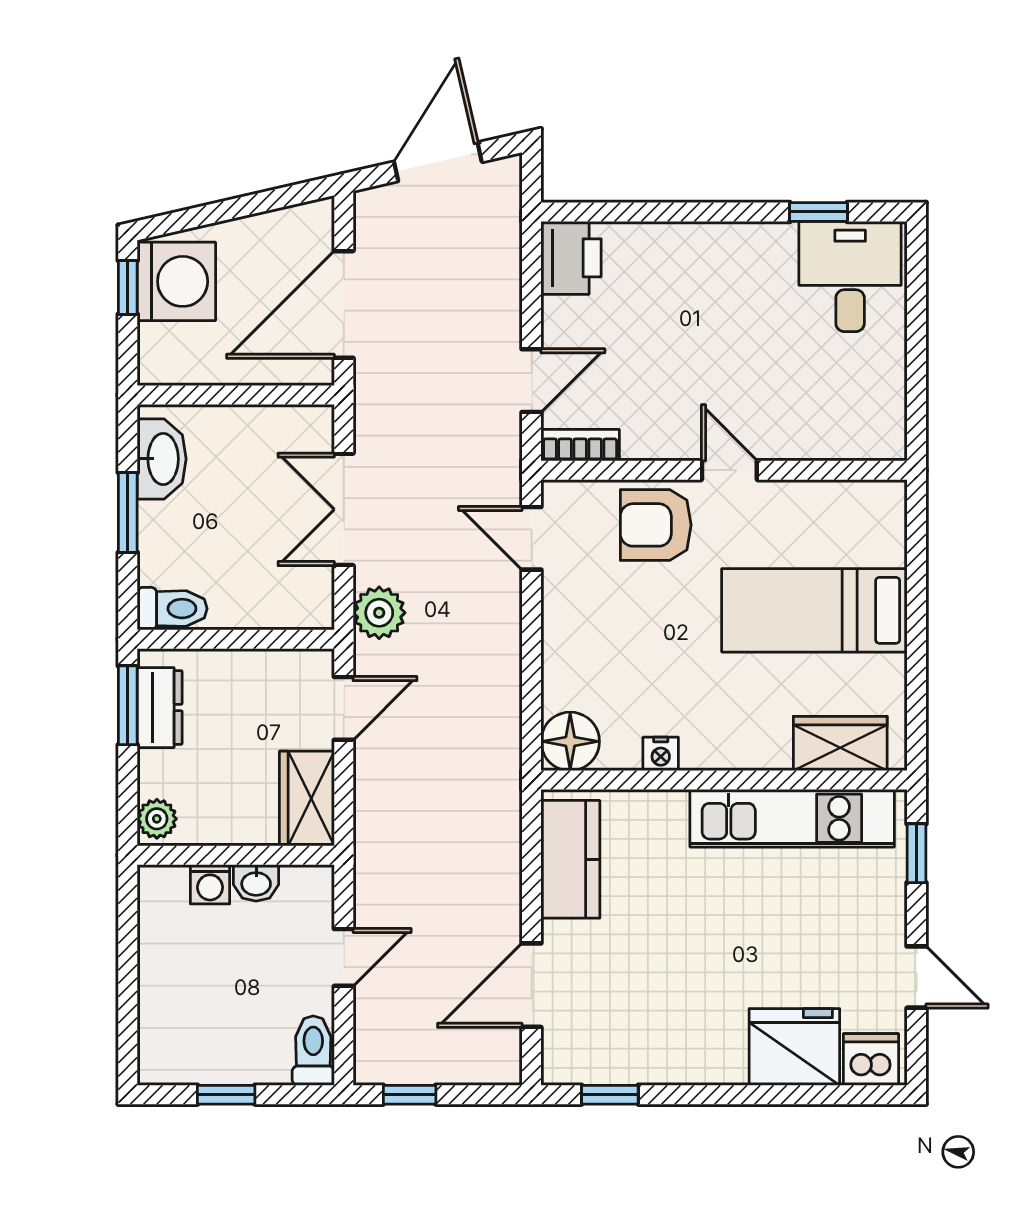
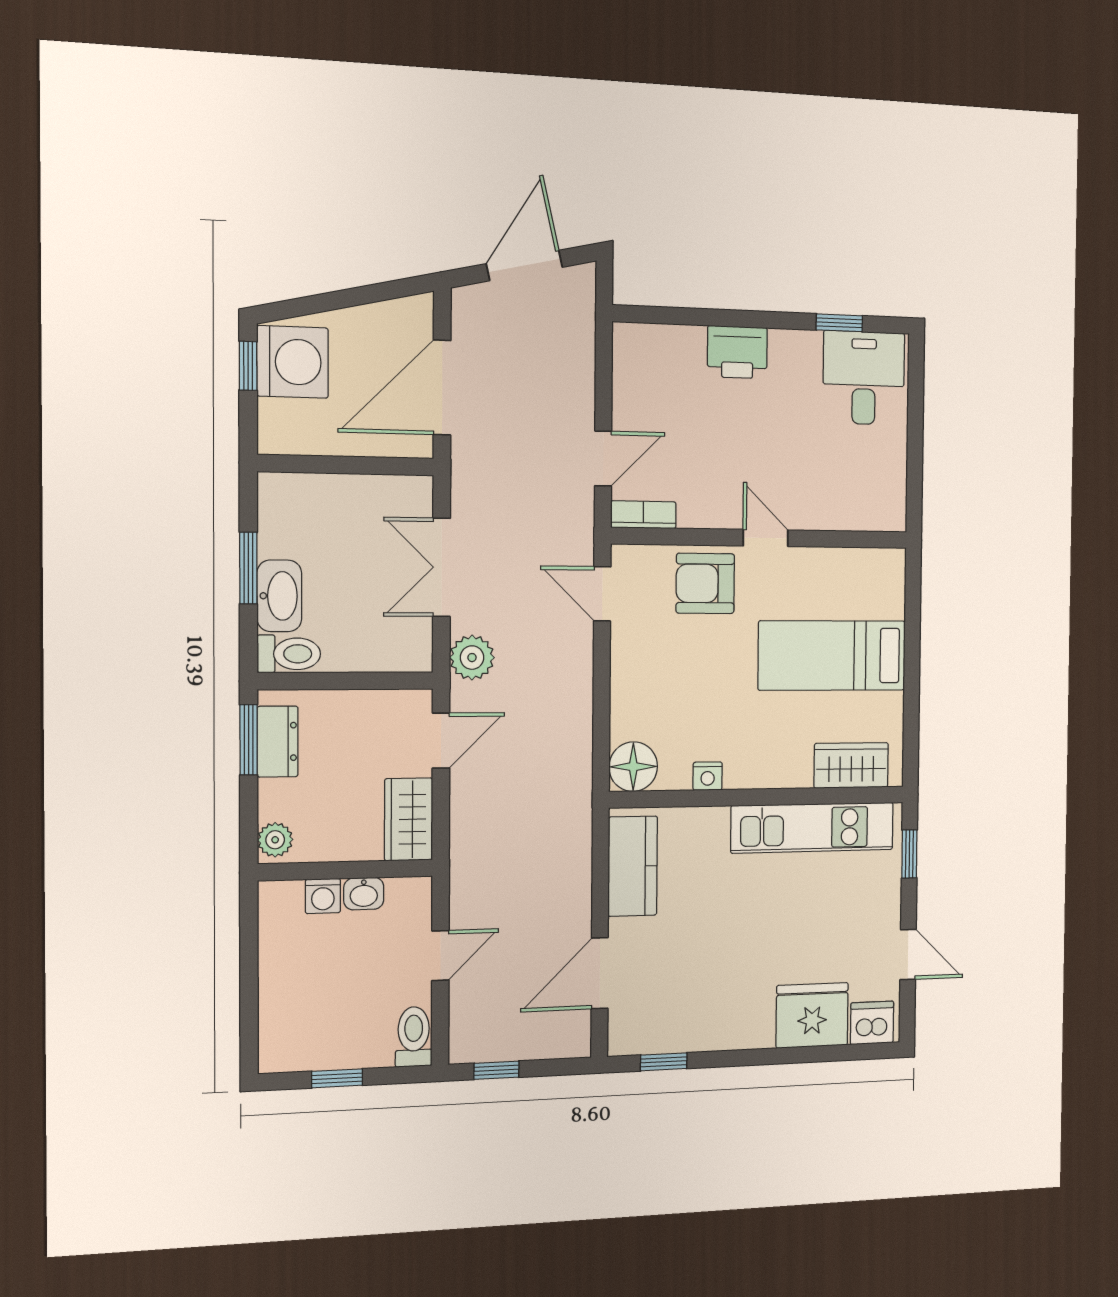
printer: (571, 258) -> (737, 352), moved, turned 90
washbasin: (162, 459) -> (279, 596), moved

